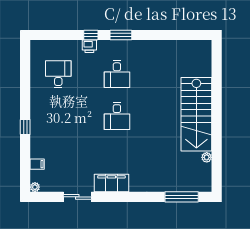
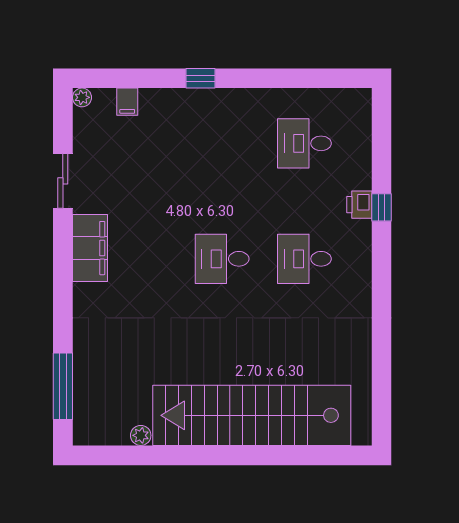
window: (121, 35) -> (381, 267), removed
desk: (58, 74) -> (304, 143), turned 180
stairs: (196, 114) -> (252, 415), width x1.36

